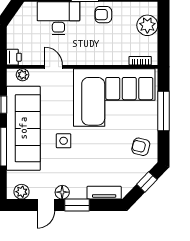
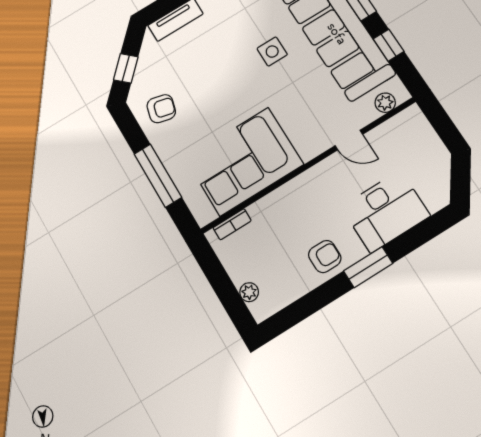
plant: (147, 25) -> (249, 292), width x0.53, depth x0.53
printer: (14, 57) -> (413, 119), removed
corner sofa: (114, 98) -> (244, 161), width x0.73, depth x0.74

